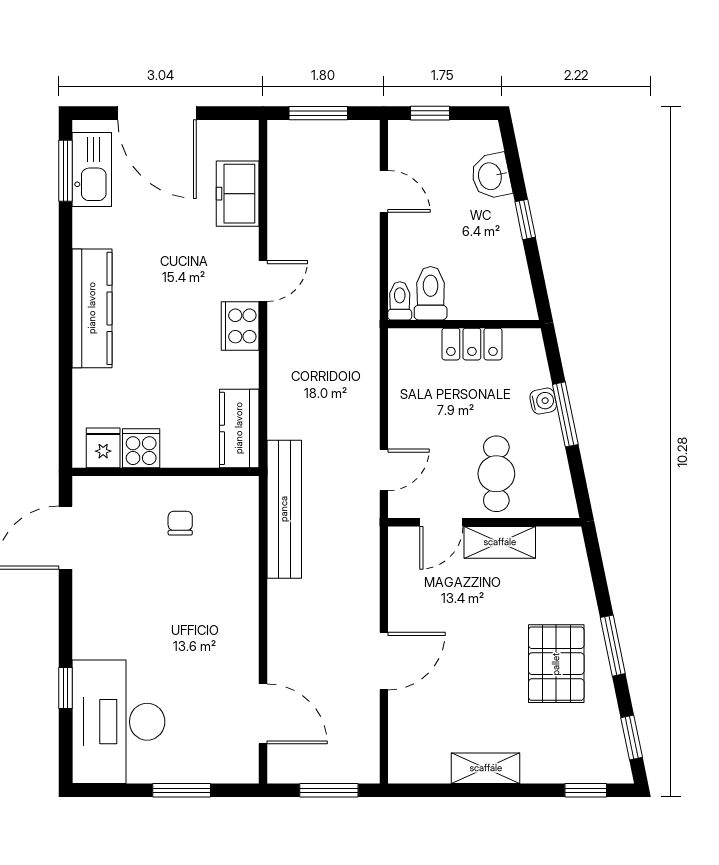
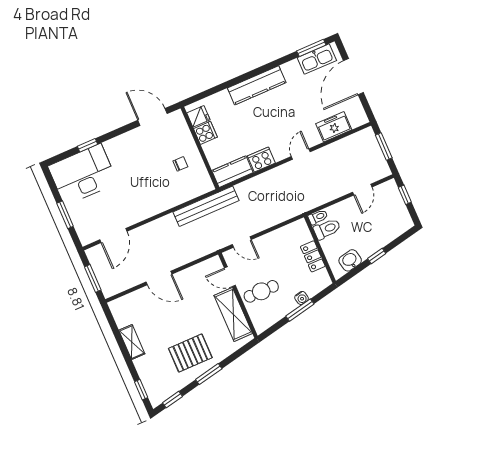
washbasin: (491, 176) -> (350, 260), moved
door: (263, 281) -> (301, 154), swing flipped
cooker: (240, 326) -> (261, 159), moved
shelving: (500, 542) -> (233, 314), width x1.50, depth x1.33

